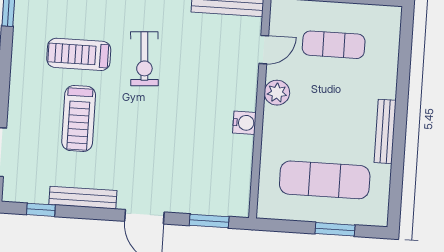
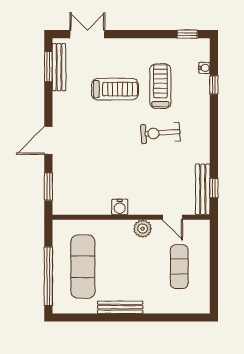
treadmill: (79, 118) -> (115, 89), turned 180
bench: (83, 198) -> (59, 67), moved
window: (41, 210) -> (48, 67), width x1.50
window: (335, 229) -> (48, 276), width x2.11

